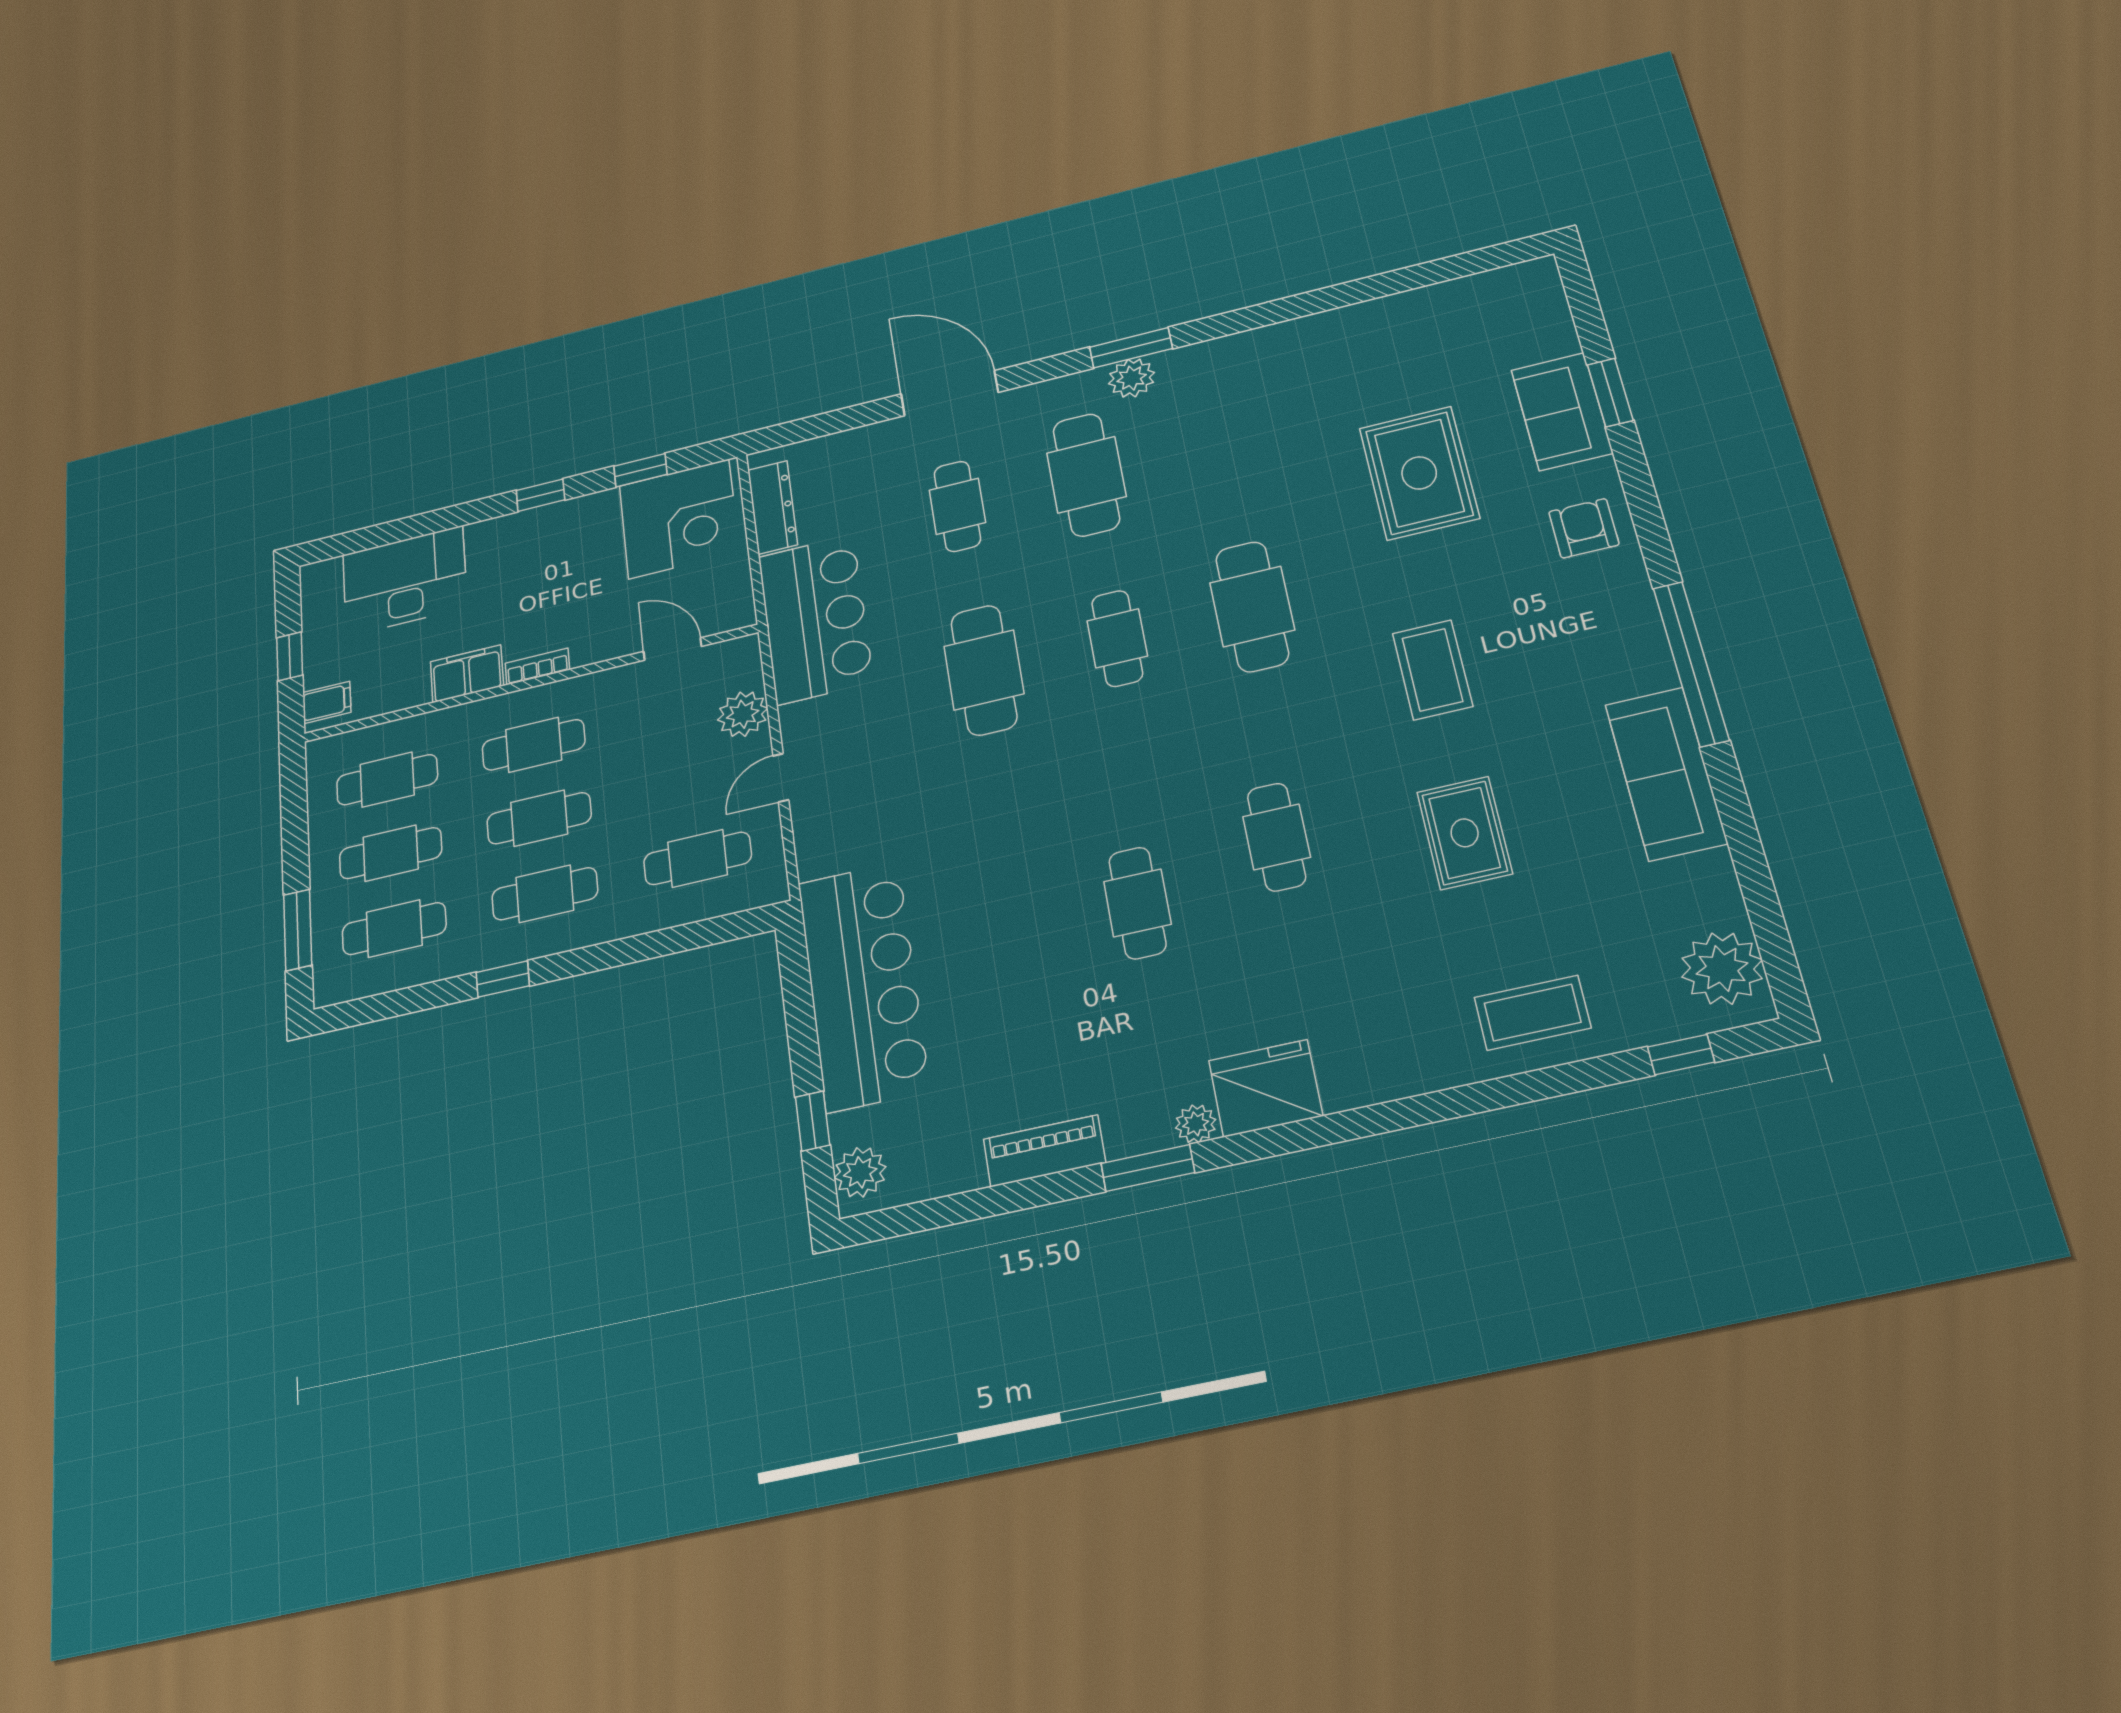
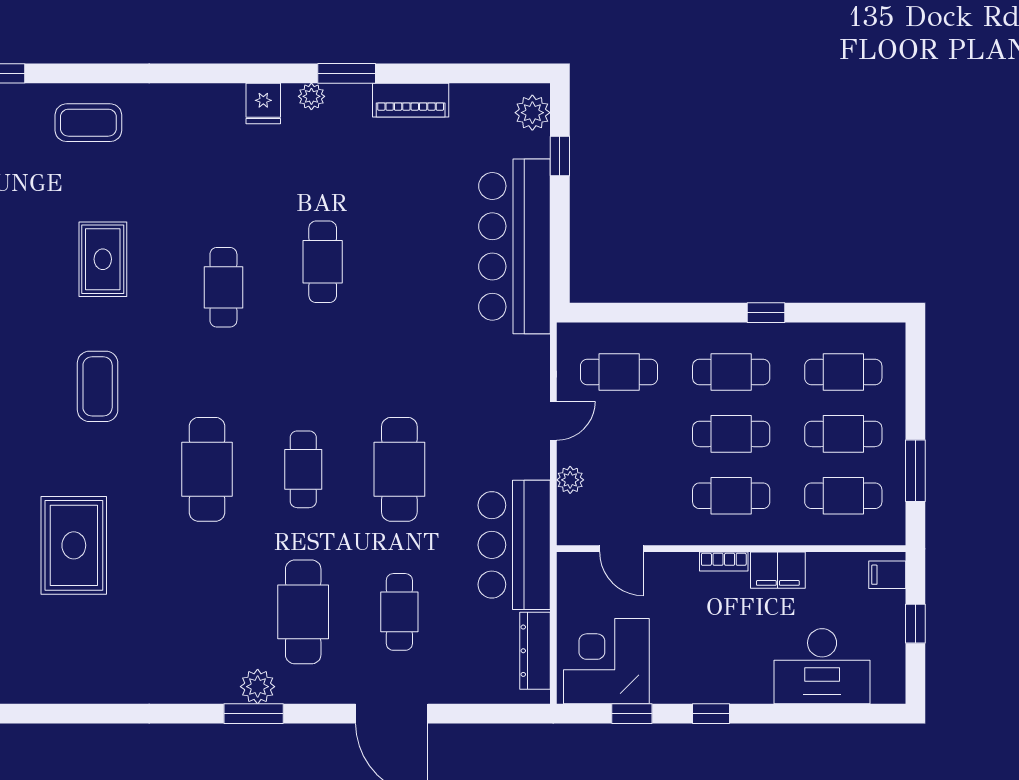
plant: (743, 714) -> (570, 480), width x0.73, depth x0.73
window: (298, 930) -> (915, 471), moved
fridge: (1265, 1088) -> (263, 104), width x0.53, depth x0.75

